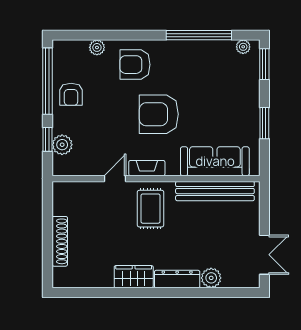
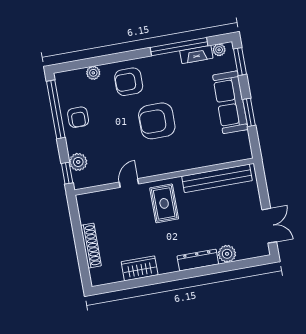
window: (47, 139) -> (67, 173), moved
sofa: (215, 161) -> (230, 102), moved, turned -90
fireplace: (147, 168) -> (196, 54), moved, turned 180
wardrobe: (134, 277) -> (140, 268), moved

